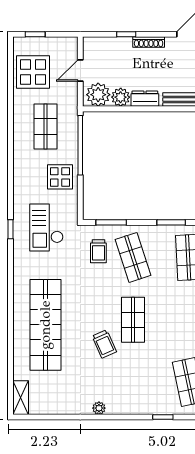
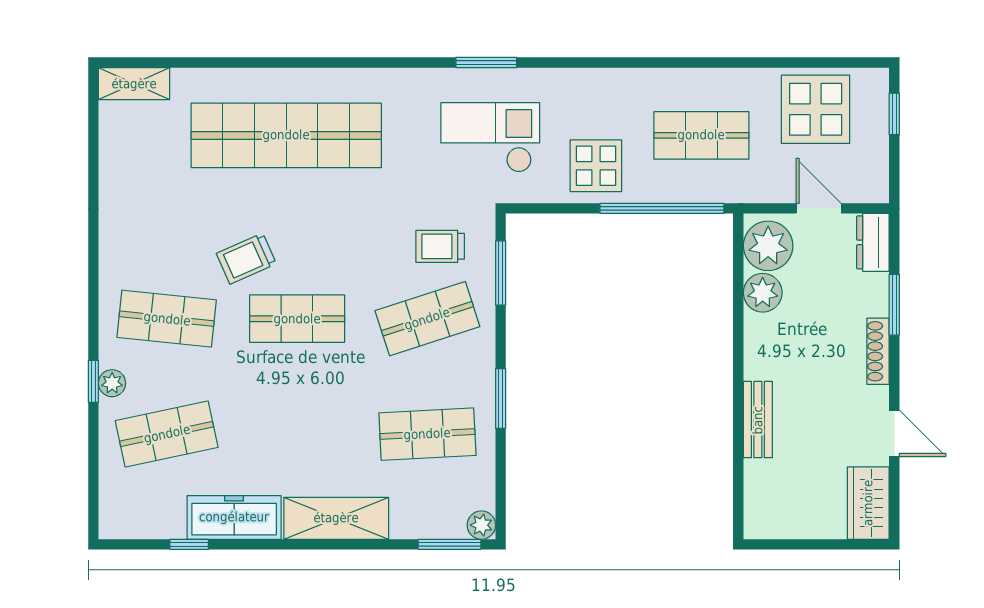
window: (126, 34) -> (894, 305), width x1.50
dresser: (145, 99) -> (873, 242), moved, turned 180
window: (11, 229) -> (486, 62), width x1.50
shop shelf: (133, 382) -> (167, 319), added
plant: (99, 408) -> (112, 383), moved

